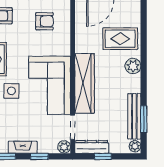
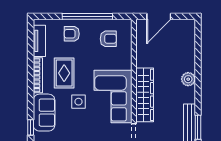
rug: (120, 39) -> (177, 55), removed

